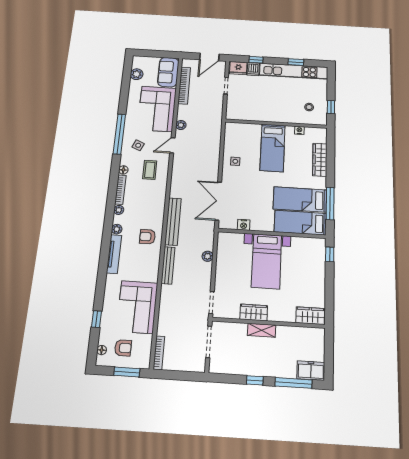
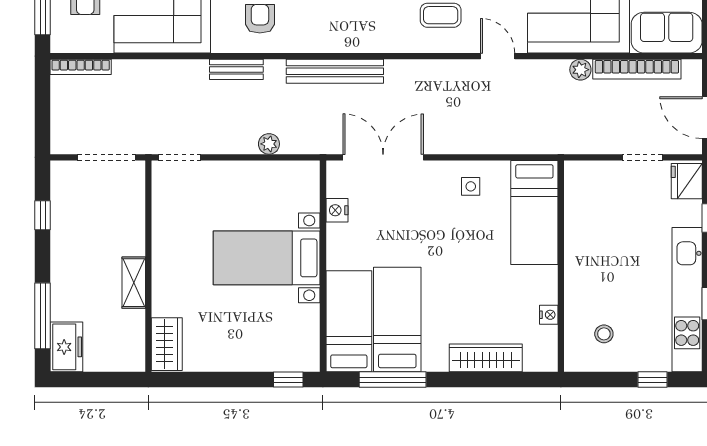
dishwasher: (253, 69) -> (686, 213), removed
window: (331, 107) -> (653, 380), moved
plant: (181, 125) -> (580, 70), moved
bed: (273, 148) -> (534, 213), moved, turned -90
armchair: (147, 237) -> (260, 19), moved
bench: (168, 265) -> (236, 69), width x0.73
wardrobe: (254, 312) -> (166, 238), removed
shelving: (262, 330) -> (134, 283), moved
window: (255, 380) -> (43, 215), moved

